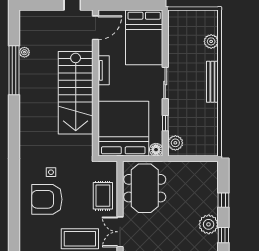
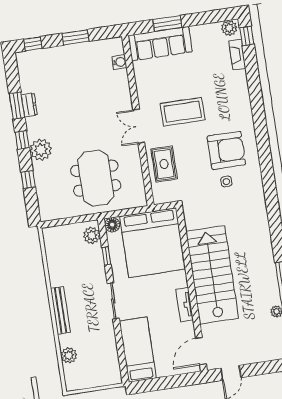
bed: (144, 37) -> (138, 350), width x0.67
meeting table: (145, 188) -> (96, 178), moved
double door: (120, 232) -> (139, 126), swing flipped

